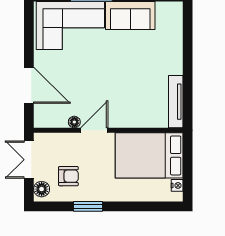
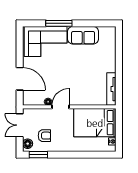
window: (88, 206) -> (38, 155), moved

